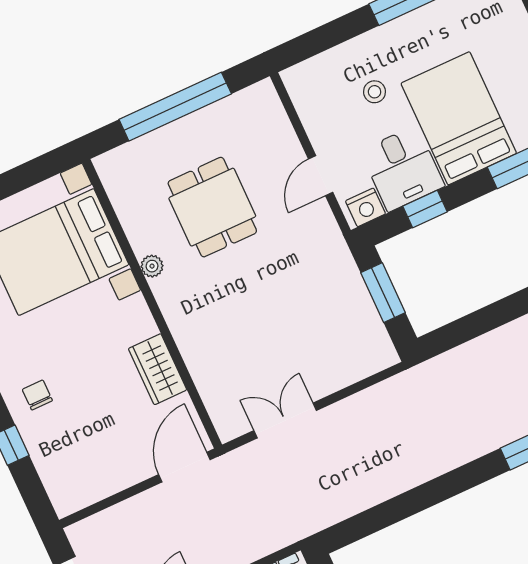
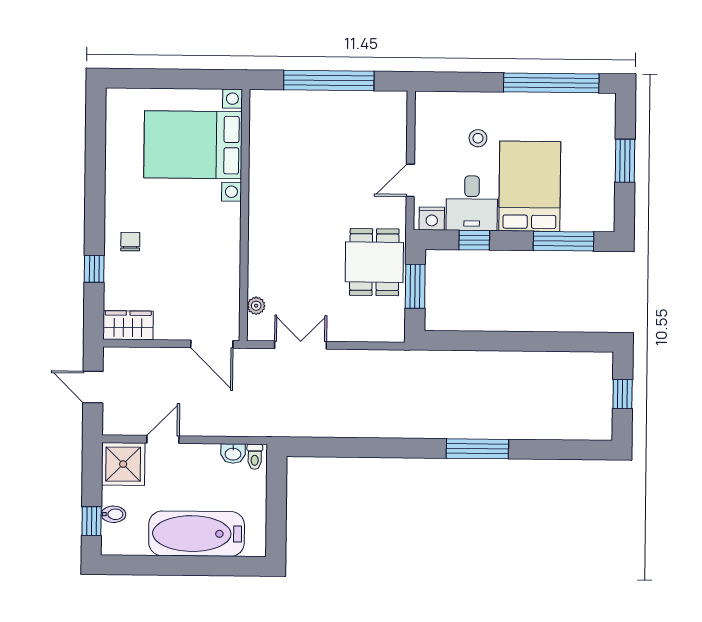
dining table: (212, 207) -> (374, 262), moved
plant: (152, 266) -> (256, 306), moved
wardrobe: (158, 369) -> (128, 325), moved, turned 90
door: (184, 467) -> (212, 344), swing flipped

